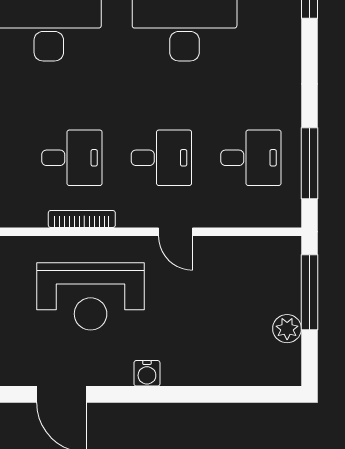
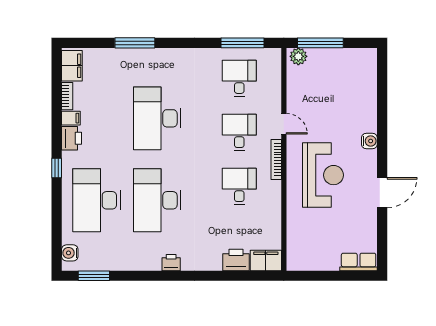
bookcase: (82, 219) -> (276, 159), moved
door: (176, 232) -> (284, 124), hinge flipped
plant: (287, 329) -> (298, 56), moved

